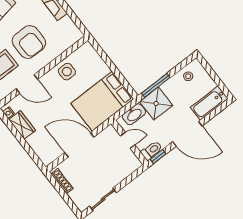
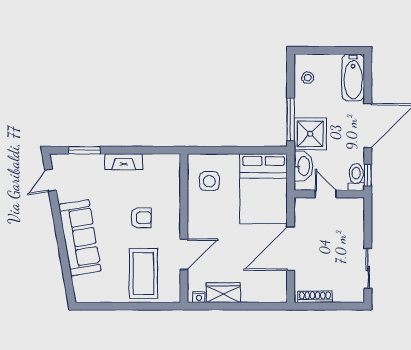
armchair: (29, 42) -> (141, 218), width x0.53, depth x0.53
side table: (67, 72) -> (209, 181), moved
door: (128, 140) -> (326, 194), hinge flipped

